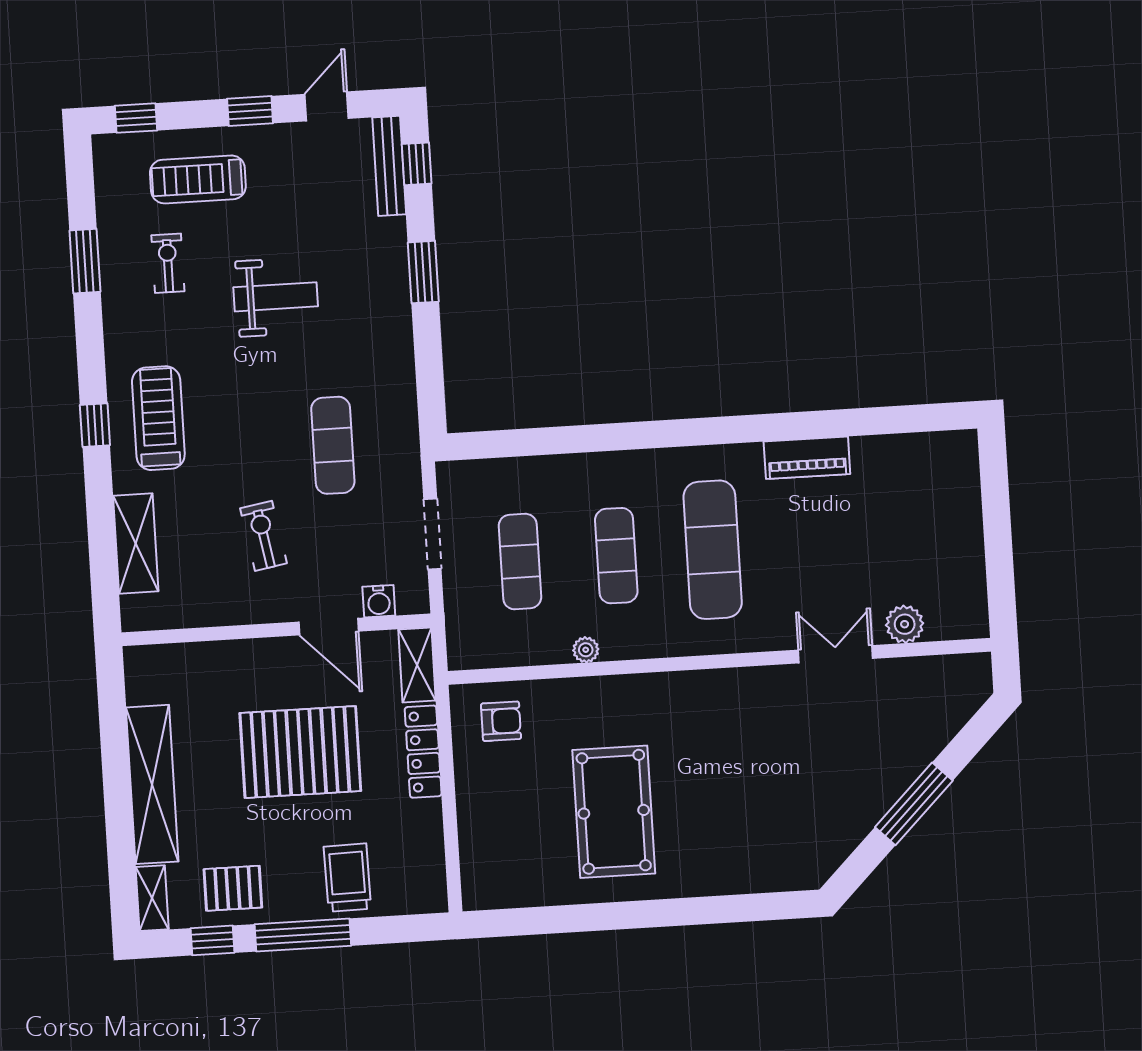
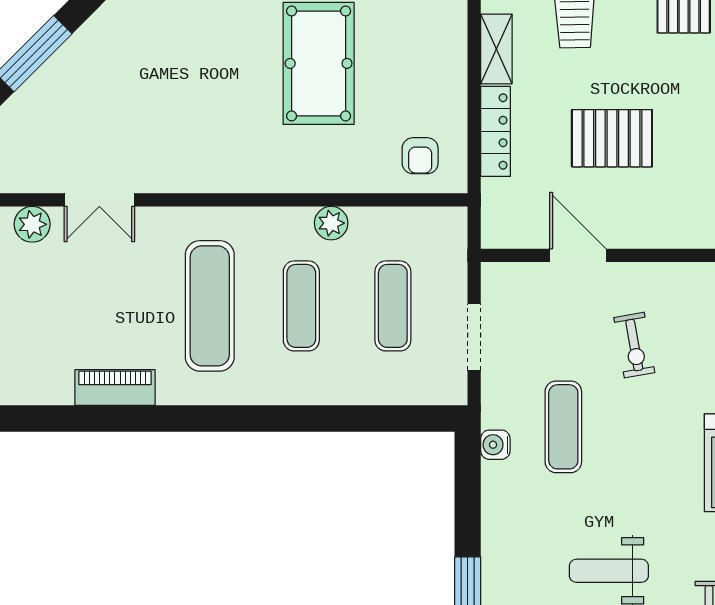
water cooler: (379, 601) -> (495, 445), moved, turned -90
plant: (586, 650) -> (331, 223), width x1.38, depth x1.38
shelving: (417, 665) -> (496, 49), moved
armchair: (501, 721) -> (420, 156), turned -90
pallet: (300, 752) -> (612, 138), width x0.73, depth x0.71

